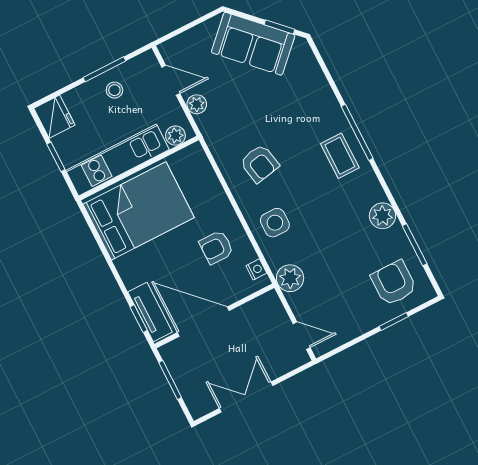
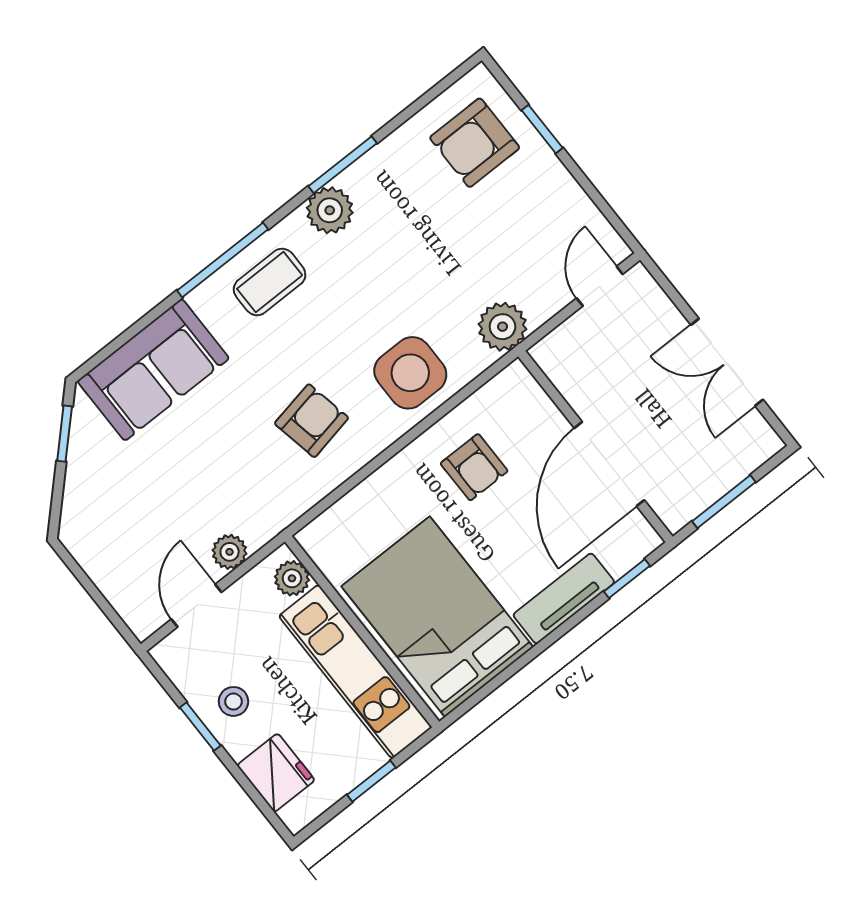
sofa: (253, 44) -> (153, 370), moved, turned 45
window: (104, 69) -> (200, 726), width x0.67
fridge: (54, 117) -> (276, 773), moved, turned 90
plant: (382, 216) -> (330, 210), moved
side table: (275, 223) -> (410, 373), width x1.37, depth x1.37
window: (415, 245) -> (343, 165), moved
nightstand: (256, 269) -> (499, 389), removed
tv unit: (150, 312) -> (564, 598), moved

